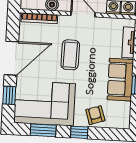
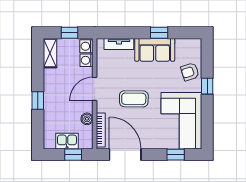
door: (11, 58) -> (125, 155), moved
window: (43, 130) -> (207, 121), removed

